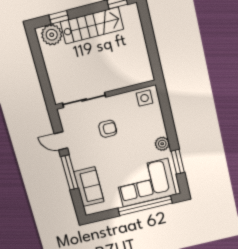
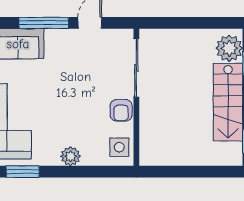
armchair: (108, 129) -> (121, 110), moved
plant: (162, 144) -> (71, 156), moved

